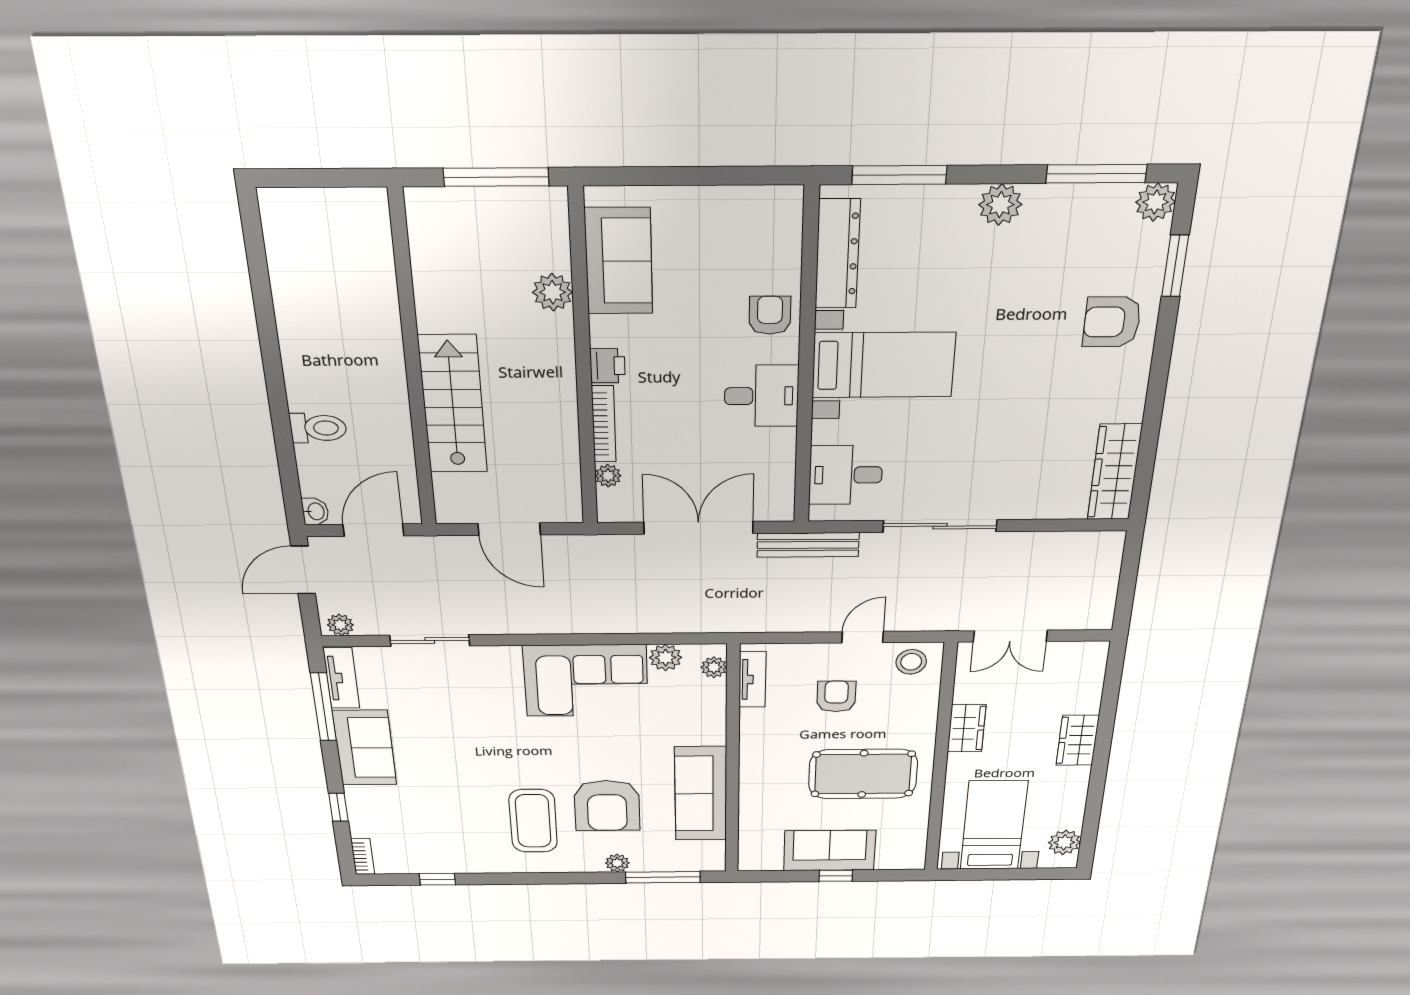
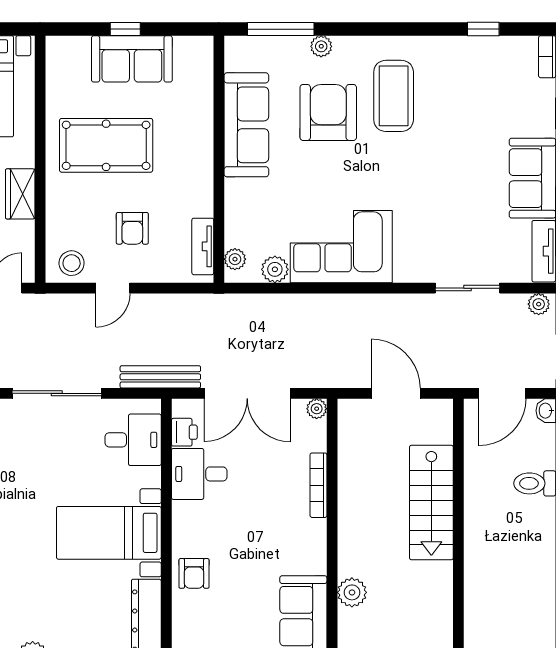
printer: (608, 366) -> (184, 432), moved, turned 180
desk: (761, 396) -> (199, 474), moved
plant: (608, 476) -> (317, 409), moved

